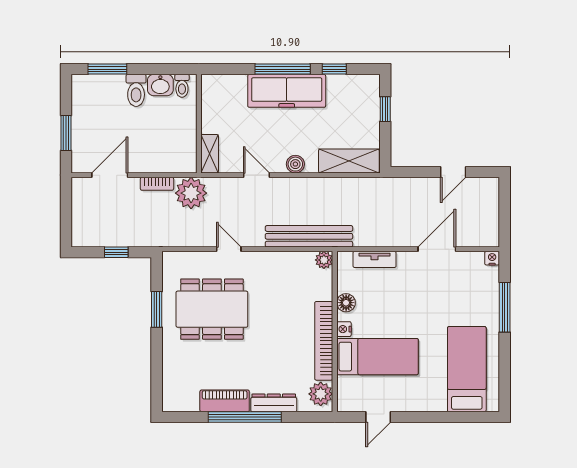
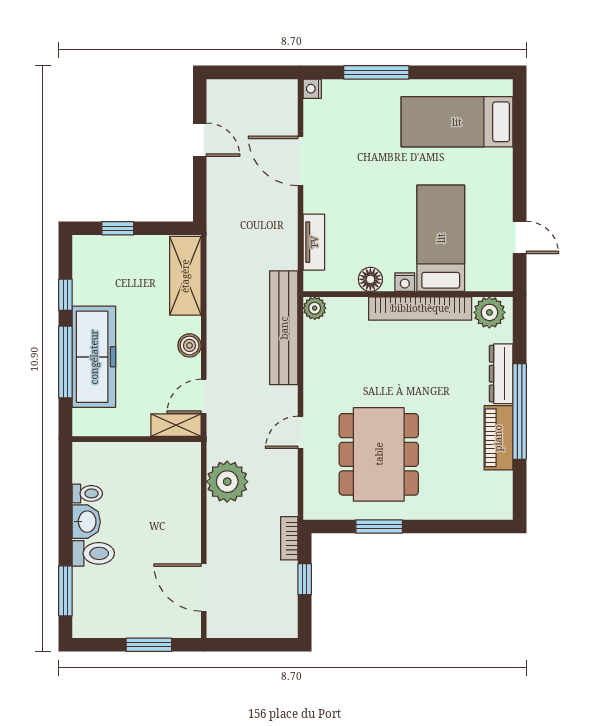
wall: (199, 124) -> (137, 439), moved
shelving: (210, 154) -> (176, 425), moved
bookcase: (157, 184) -> (289, 538), moved, turned 180

